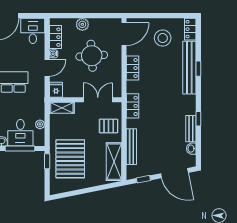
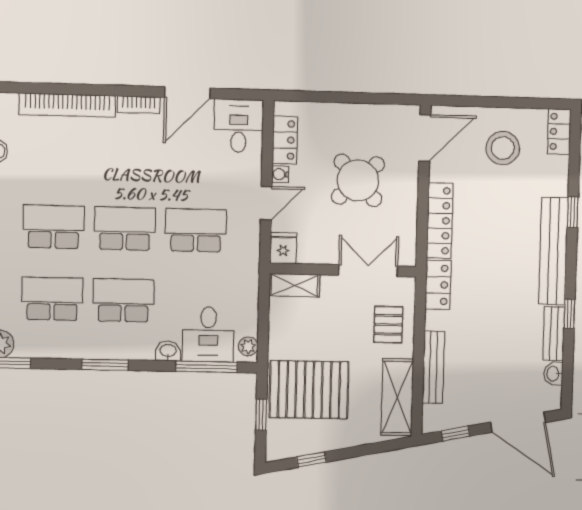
plant: (82, 24) -> (341, 115), removed
round table: (92, 56) -> (358, 180), turned -38
locker: (132, 68) -> (440, 221), width x1.53
bench: (189, 68) -> (553, 251), moved
plant: (40, 124) -> (248, 346), moved
pallet: (109, 126) -> (388, 325), turned 90
pallet: (70, 159) -> (309, 390), turned 90
window: (47, 161) -> (261, 415), moved
window: (72, 193) -> (311, 460), added

